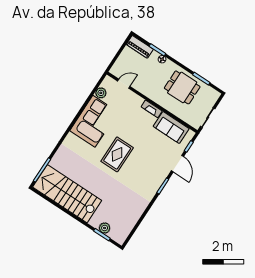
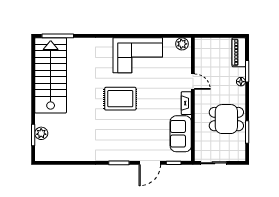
door: (124, 84) -> (193, 82), moved
dining table: (182, 87) -> (226, 119), turned 90
plant: (101, 93) -> (182, 44), moved

